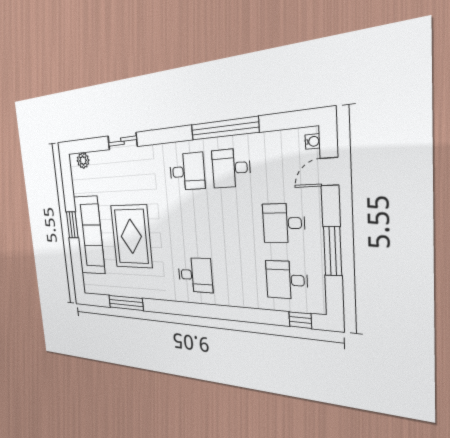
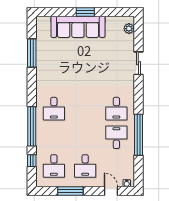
desk: (284, 223) -> (85, 166), turned 180
rug: (131, 236) -> (77, 63), removed
desk: (287, 280) -> (54, 166), turned 180
window: (224, 313) -> (32, 126), added
window: (300, 320) -> (32, 161), moved

